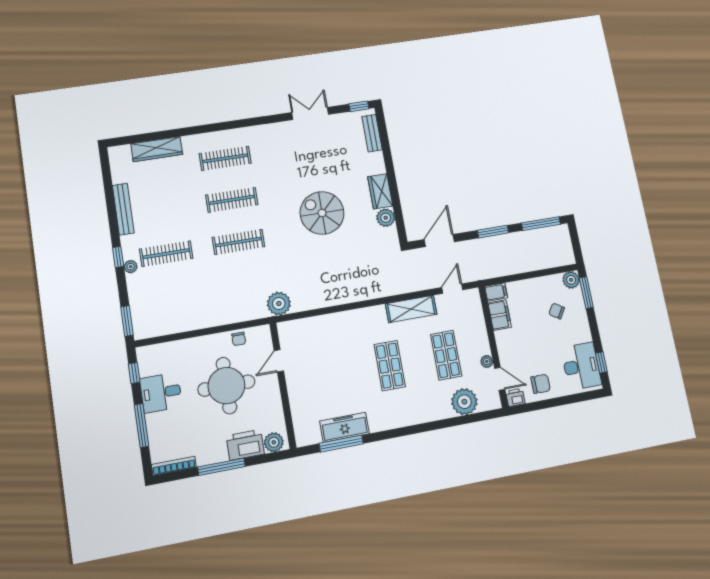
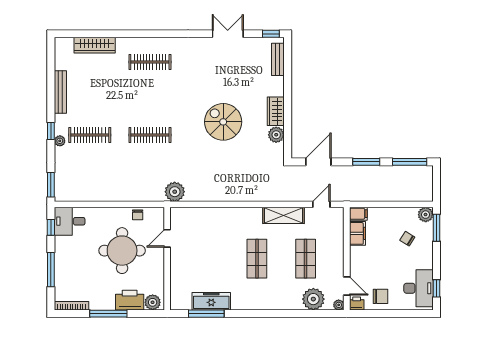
clothes rail: (232, 200) -> (150, 98), removed
plant: (487, 361) -> (339, 305), moved
desk: (161, 393) -> (70, 221), moved

